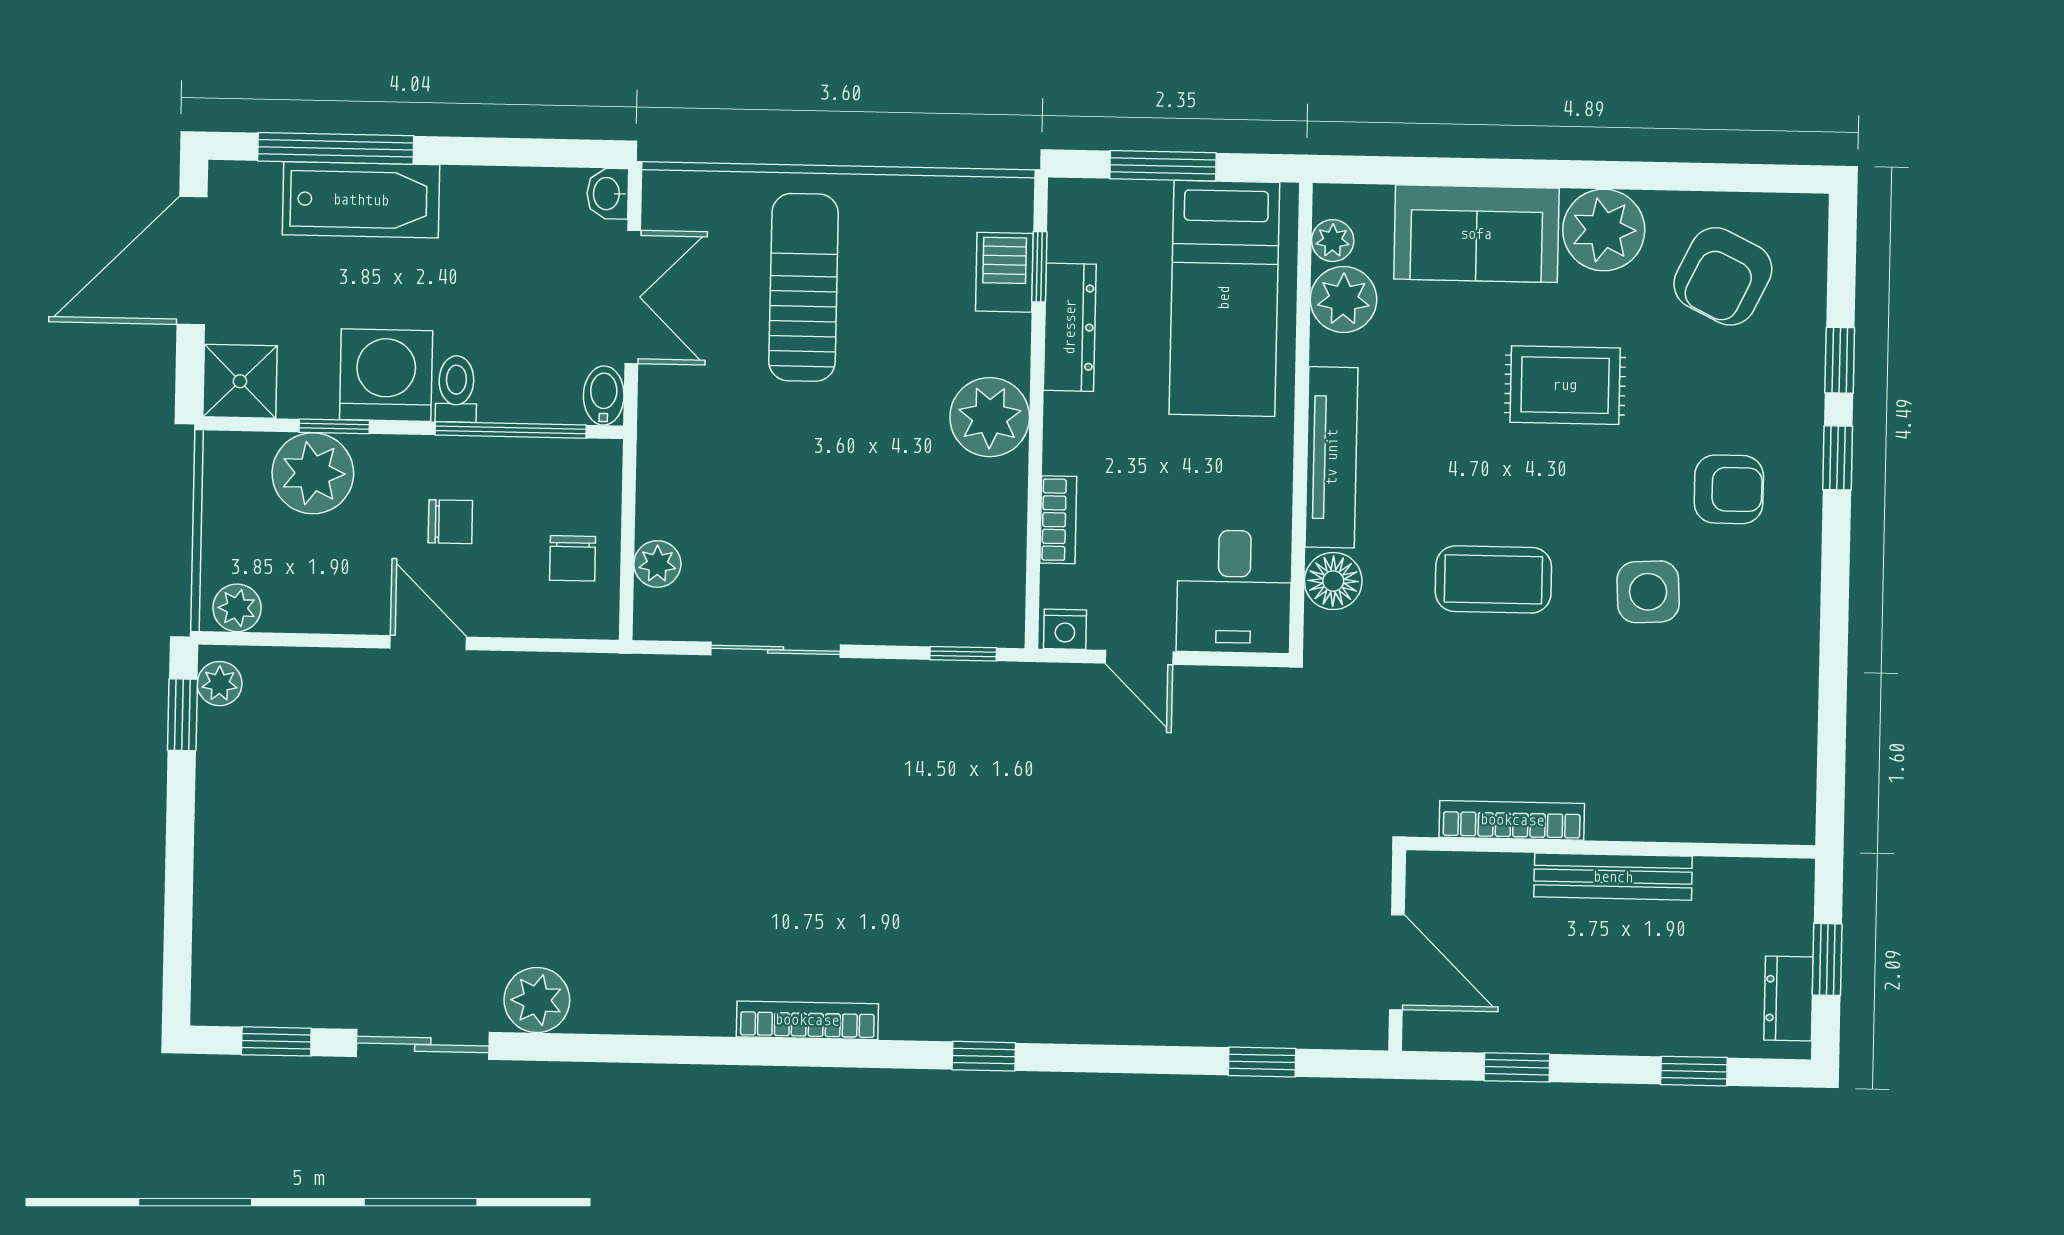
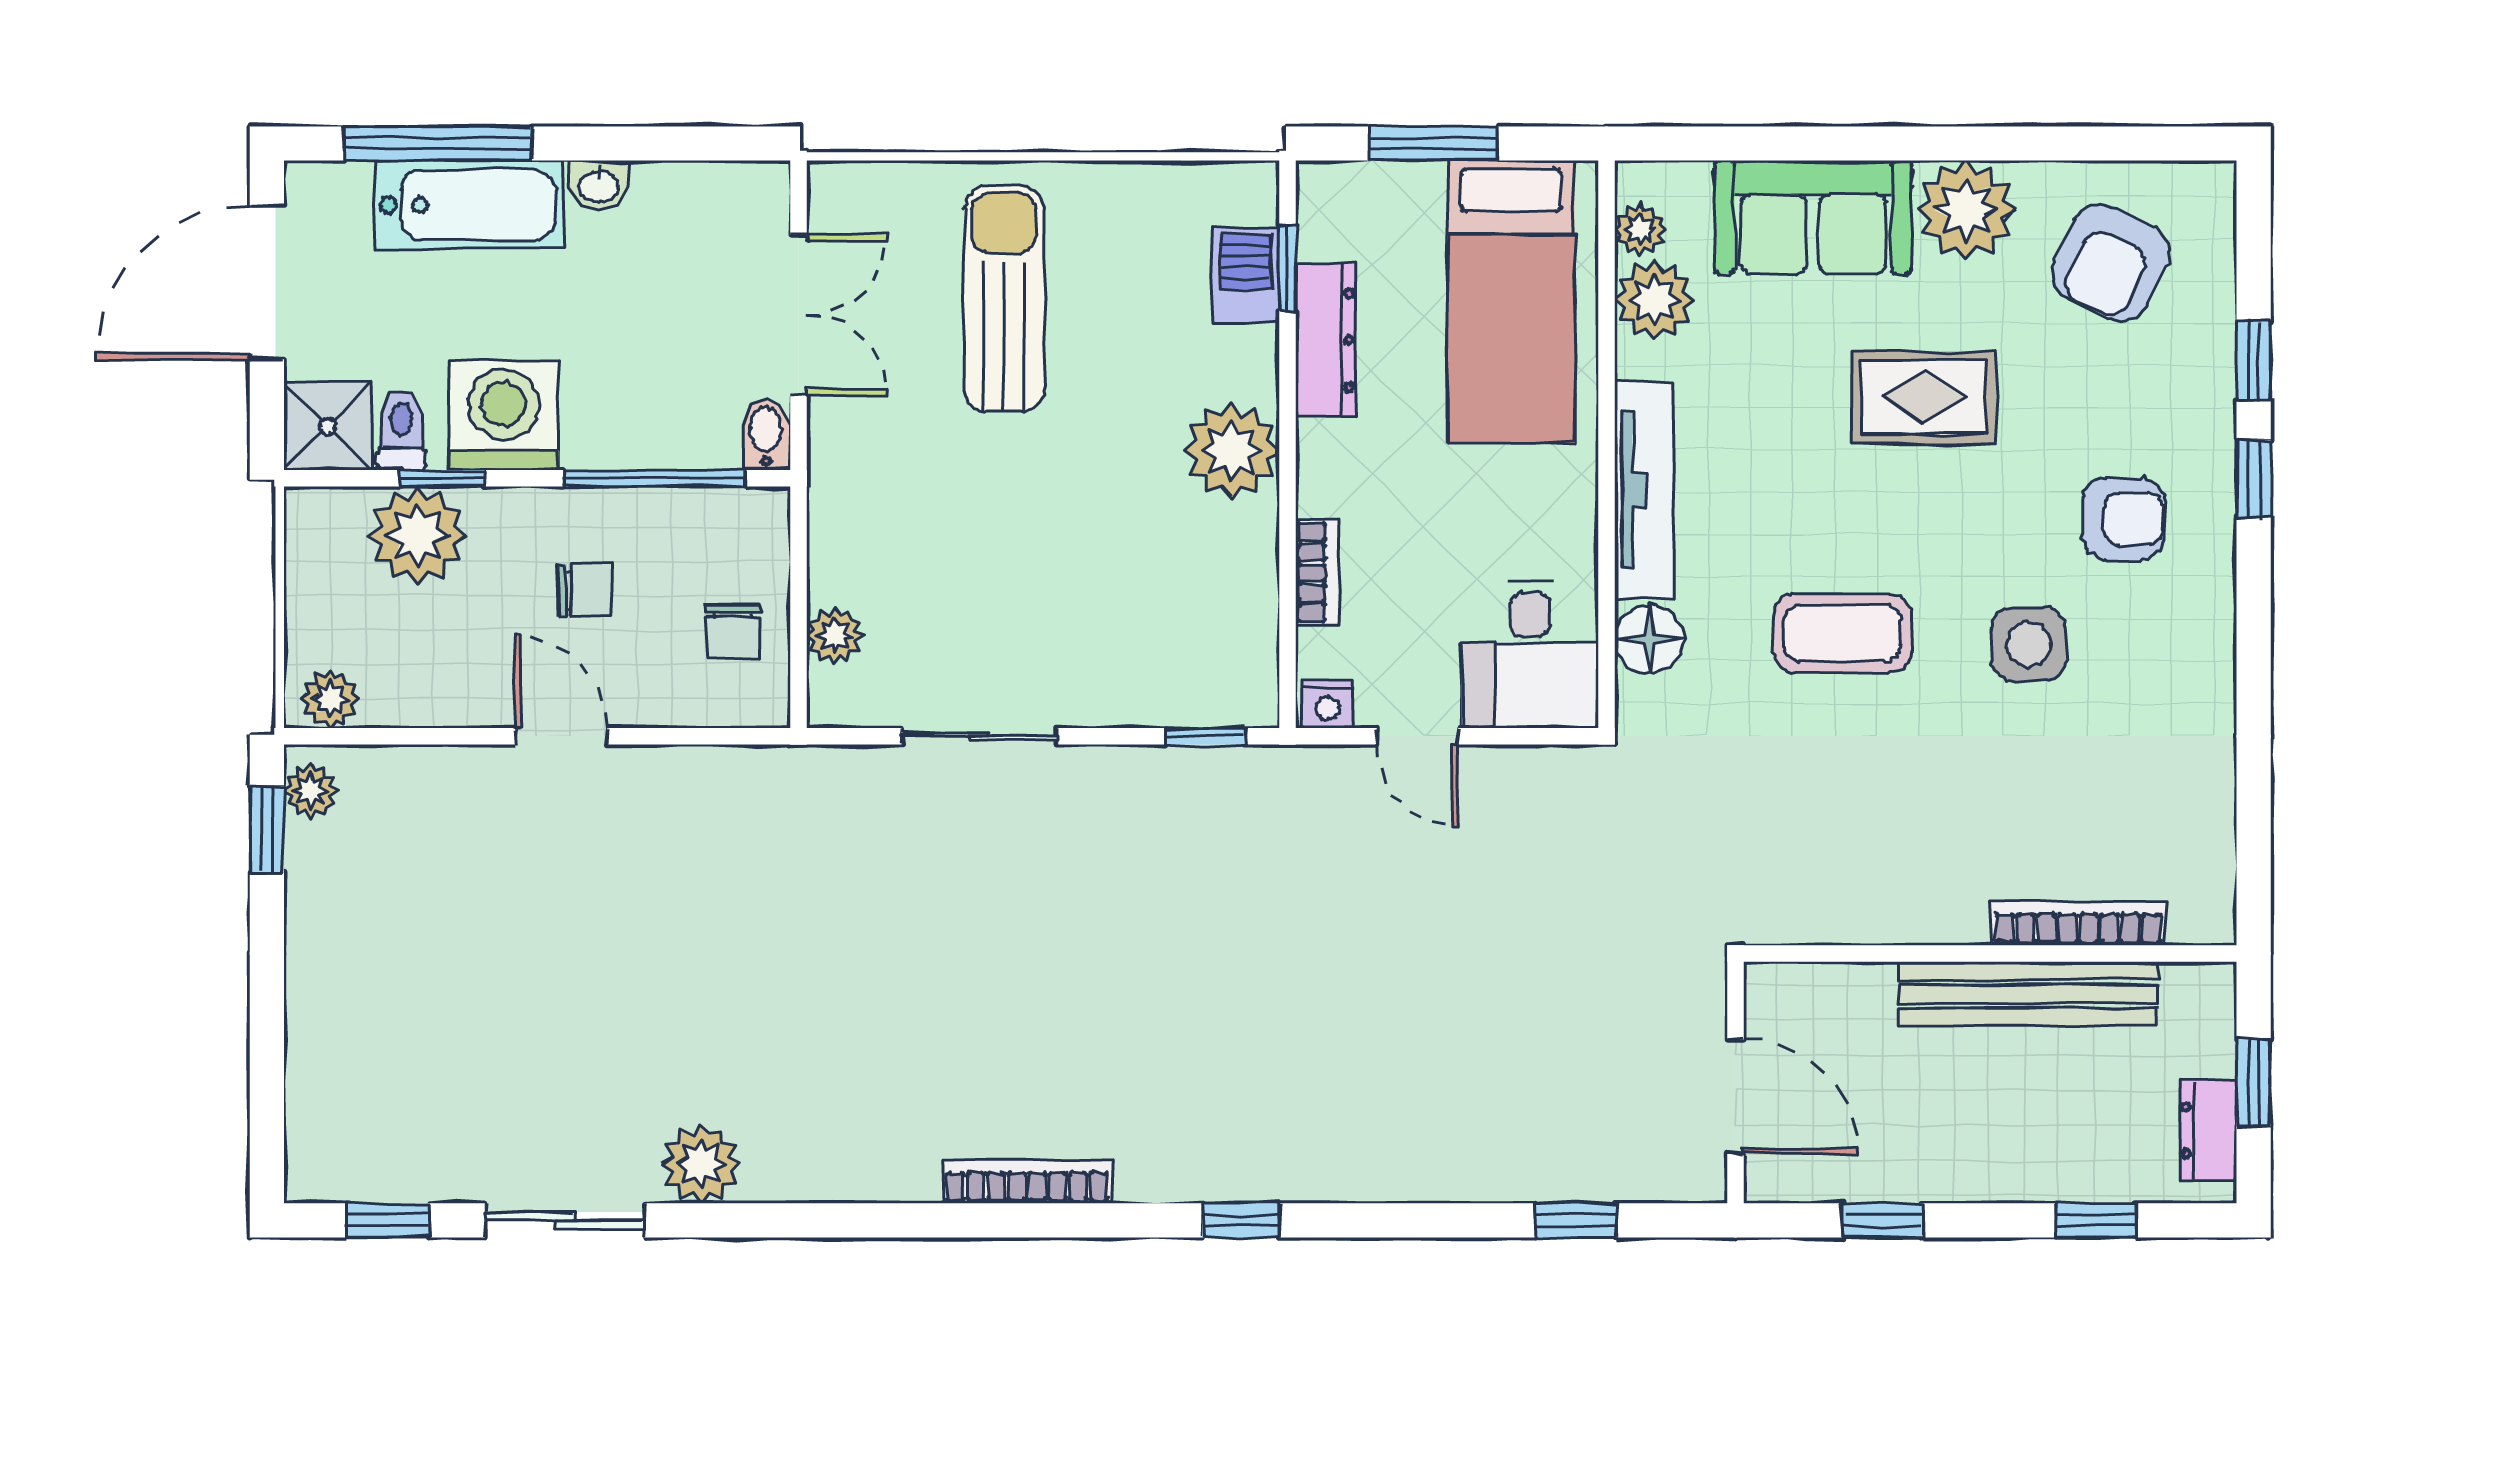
washbasin: (608, 194) -> (599, 185), moved, turned -90
toilet: (456, 389) -> (401, 430), moved
bookcase: (1512, 820) -> (2078, 923), moved
bench: (1613, 877) -> (2028, 994), width x1.37, depth x1.21

